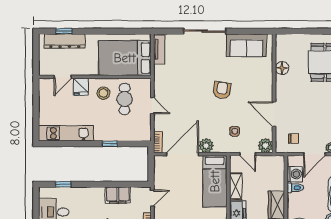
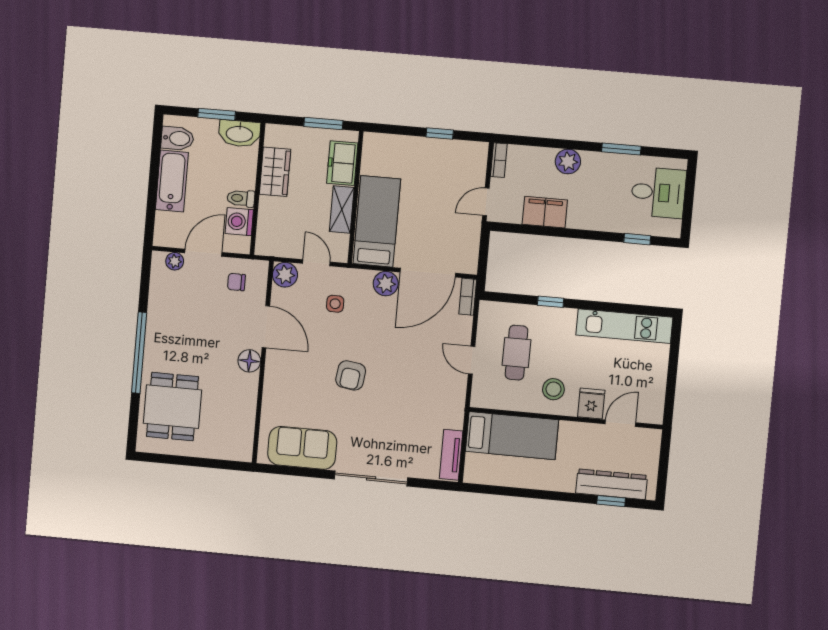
bed: (125, 58) -> (512, 436), width x0.67
floor lamp: (282, 68) -> (249, 361), moved
cafe table: (124, 99) -> (517, 353), moved

